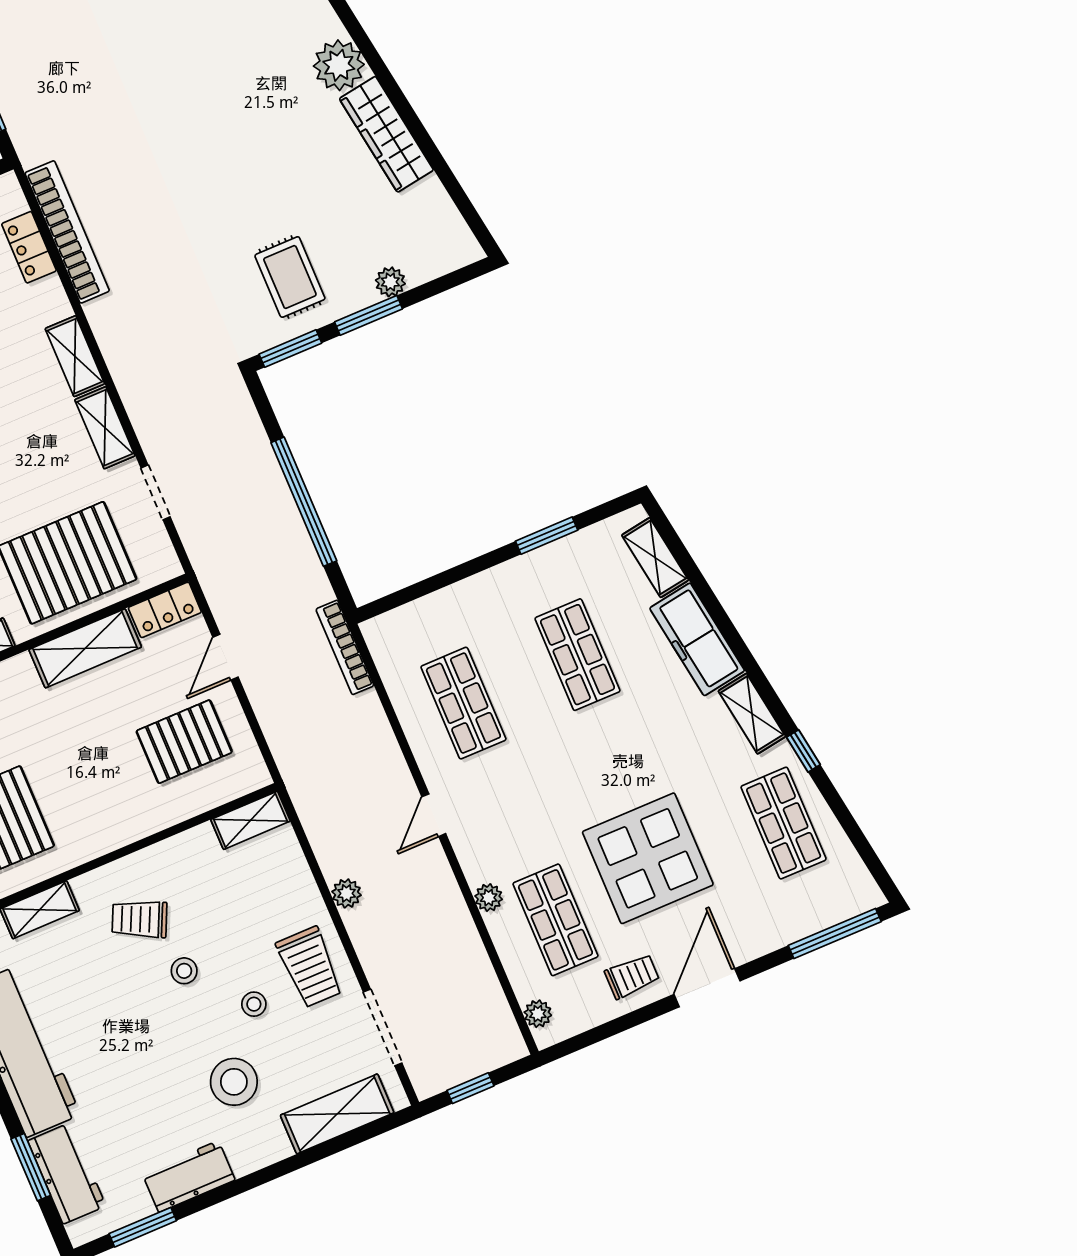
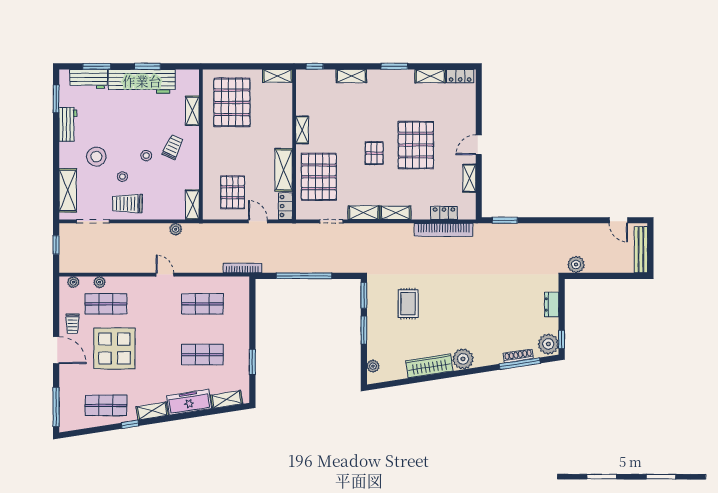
rug: (290, 277) -> (408, 304), moved, turned 90
plant: (390, 282) -> (373, 366), moved
plant: (347, 893) -> (176, 229), moved
plant: (489, 898) -> (100, 282), moved

